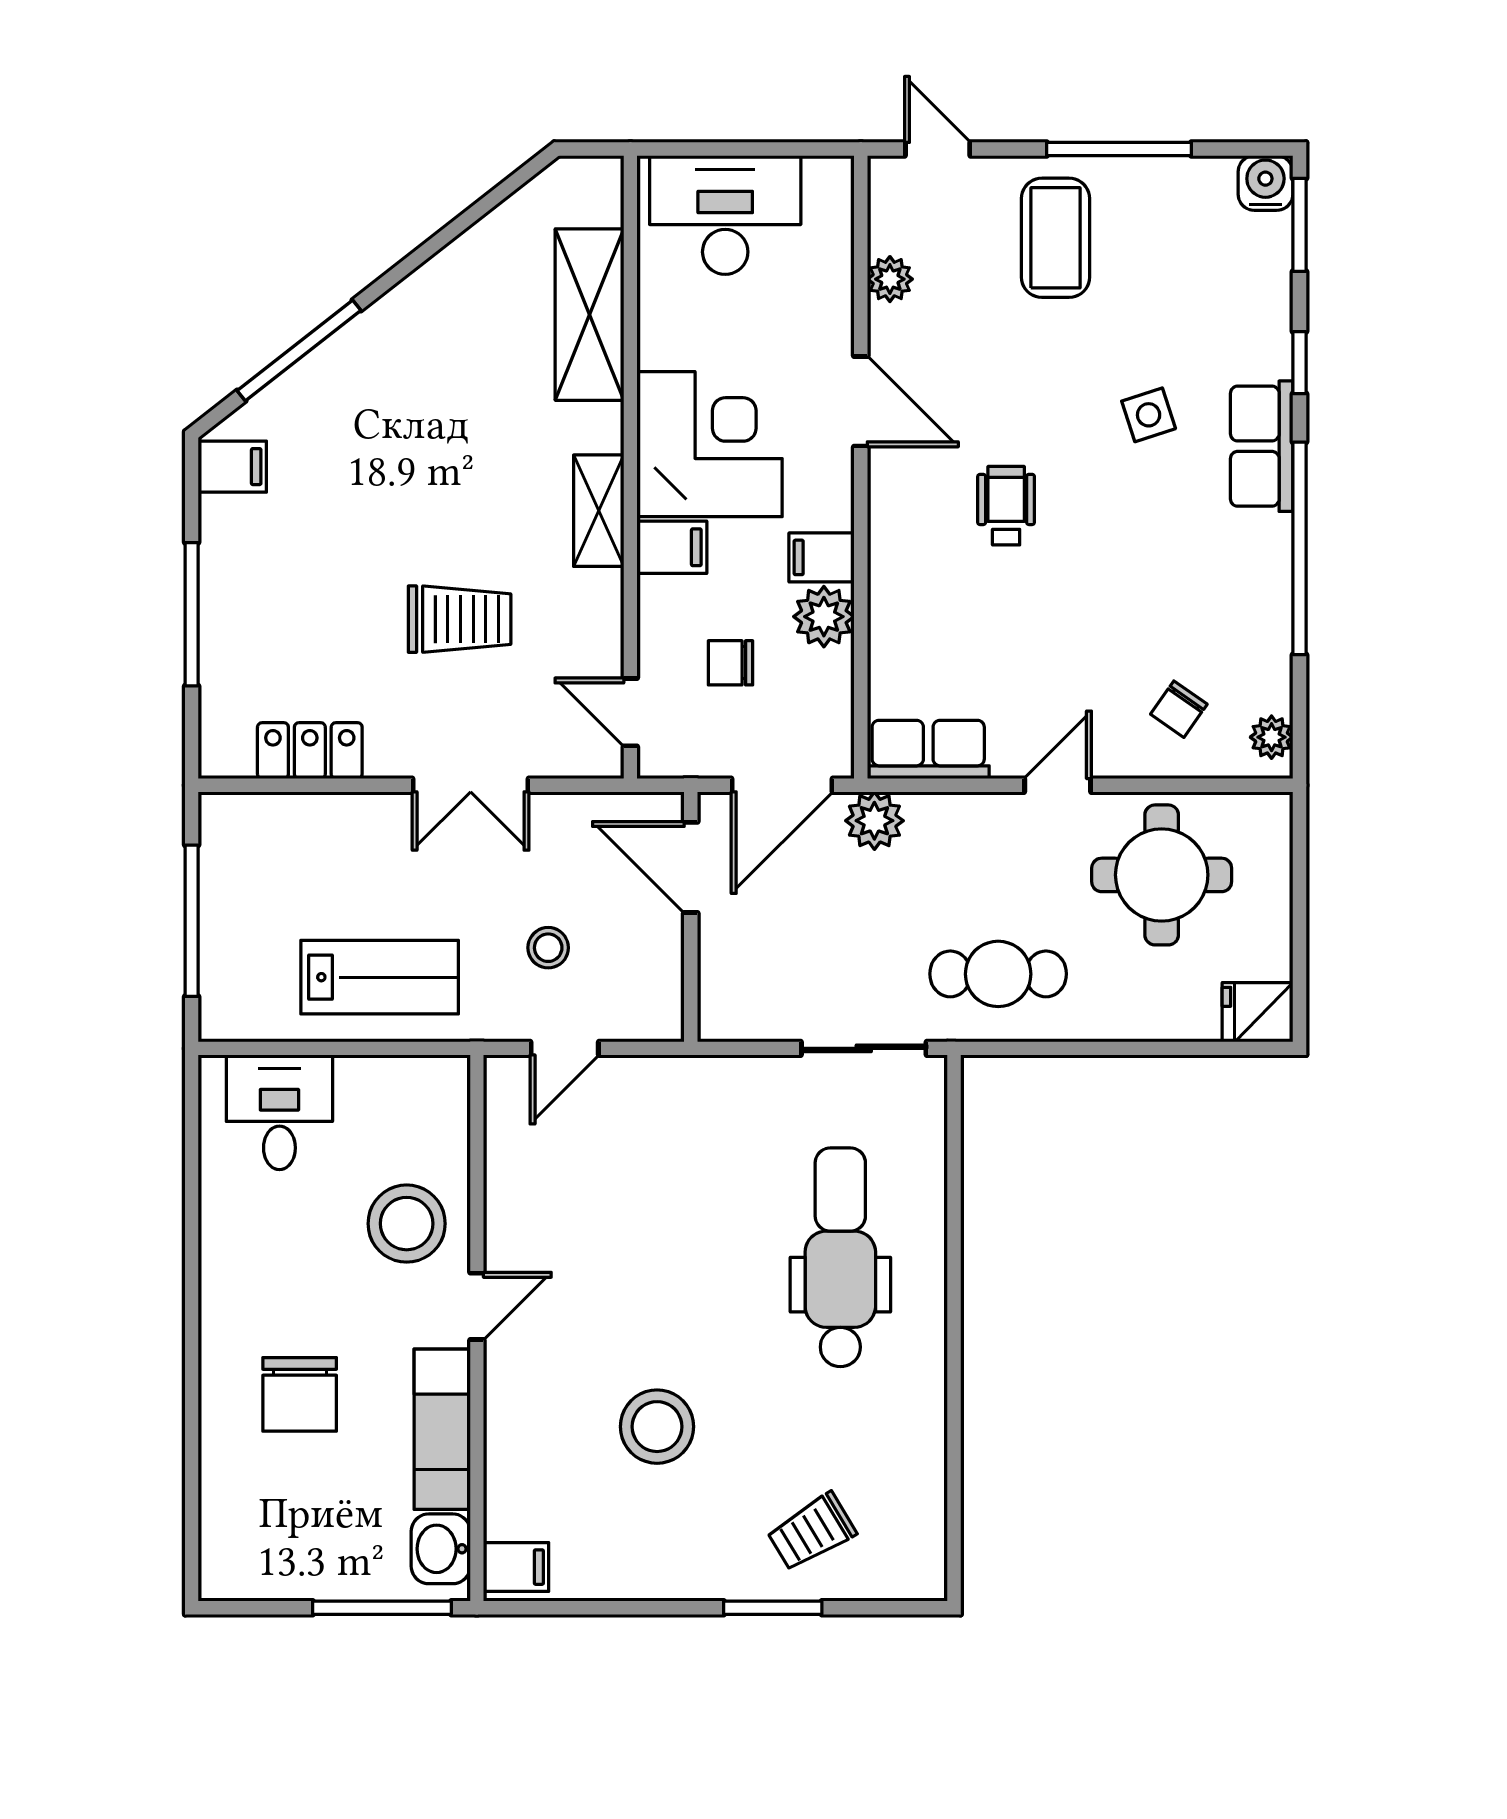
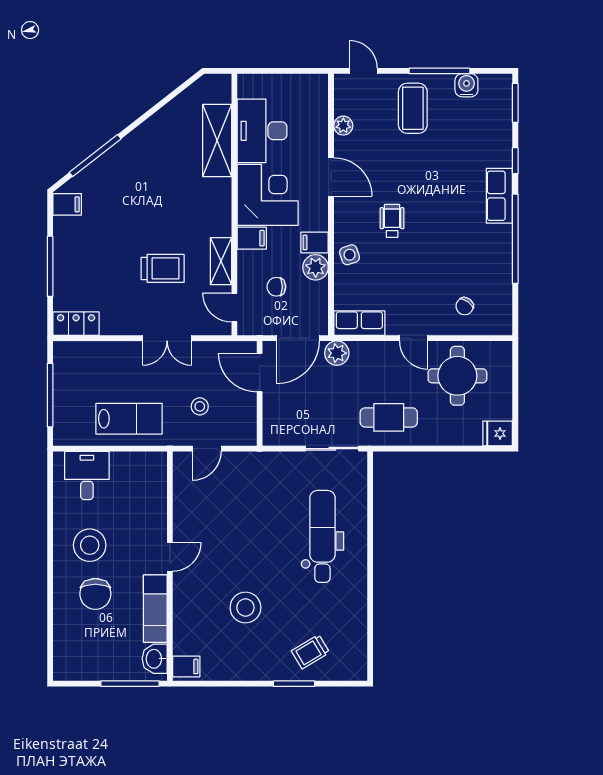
water cooler: (1265, 183) -> (466, 85), moved
desk: (725, 215) -> (262, 131), moved, turned -90
side table: (1149, 415) -> (350, 255), moved
shelving: (599, 511) -> (221, 261), moved
plant: (1272, 737) -> (504, 318), removed
locker: (310, 751) -> (76, 324), moved
door: (1058, 785) -> (414, 338), swing flipped
stool: (407, 1224) -> (90, 545), moved

